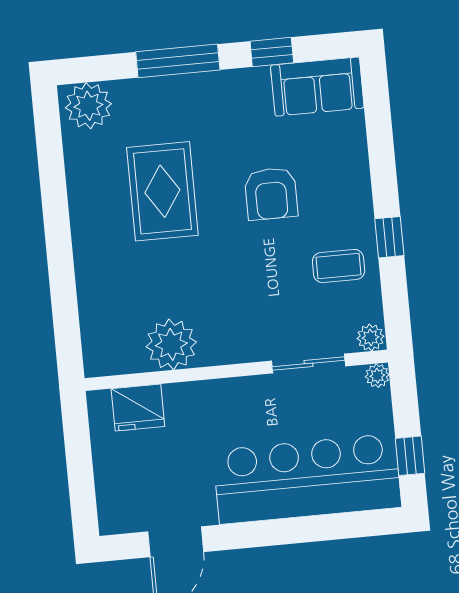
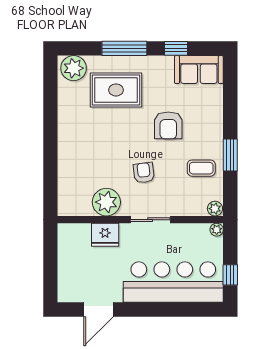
rug: (162, 191) -> (116, 90), moved, turned 90
window: (389, 237) -> (230, 155), width x1.50
armchair: (235, 284) -> (144, 173), added
sliding door: (308, 364) -> (150, 220), moved
fridge: (138, 408) -> (105, 235), moved

